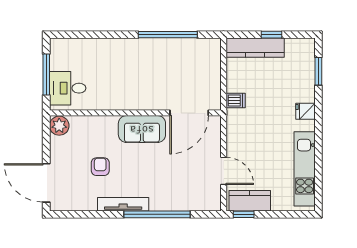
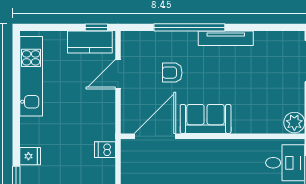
fridge: (305, 111) -> (30, 156), moved
armchair: (100, 167) -> (172, 73), moved, turned 90
door: (224, 171) -> (118, 74), hinge flipped

